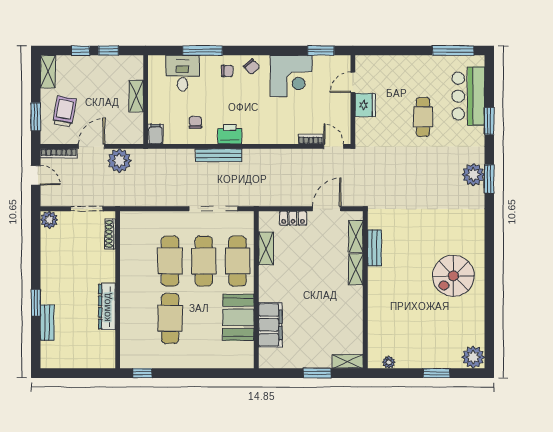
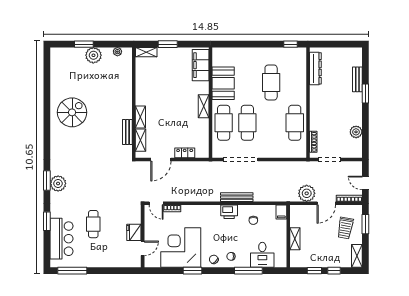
window: (321, 51) -> (192, 271), moved
corner desk: (291, 76) -> (181, 248), width x1.36, depth x1.36
plant: (49, 220) -> (356, 132), moved
shelving: (266, 248) -> (204, 106), moved
cafe table: (170, 261) -> (295, 123), moved
dresser: (107, 307) -> (315, 68), moved
filing cabinet: (270, 325) -> (201, 65), moved
plant: (473, 357) -> (93, 55), moved

